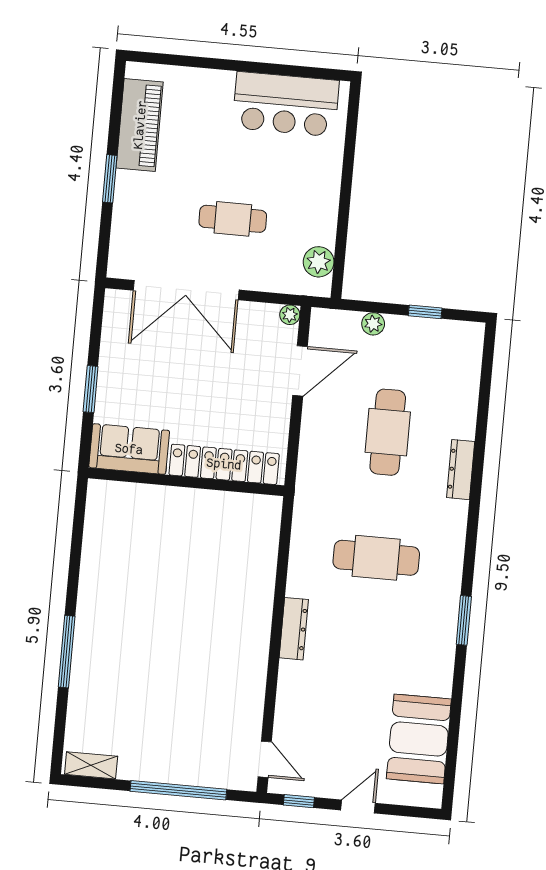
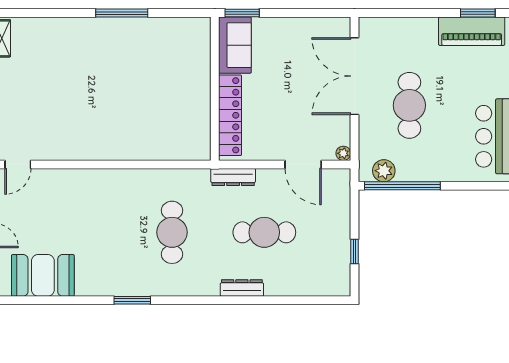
window: (110, 179) -> (478, 13), moved
cafe table: (233, 219) -> (409, 105), width x1.37, depth x1.35
window: (341, 238) -> (402, 186), added
plant: (373, 324) -> (342, 215), removed
window: (91, 389) -> (242, 13), moved
dresser: (294, 629) -> (233, 177), moved
window: (67, 652) -> (122, 13), moved

